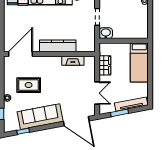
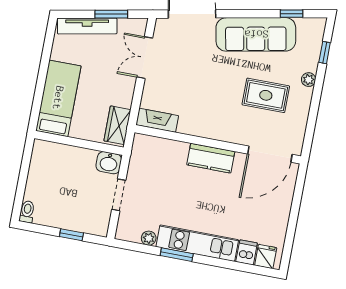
kitchen counter: (58, 46) -> (211, 158), width x0.67
fireplace: (73, 61) -> (157, 120), moved
wardrobe: (105, 65) -> (117, 125), moved

